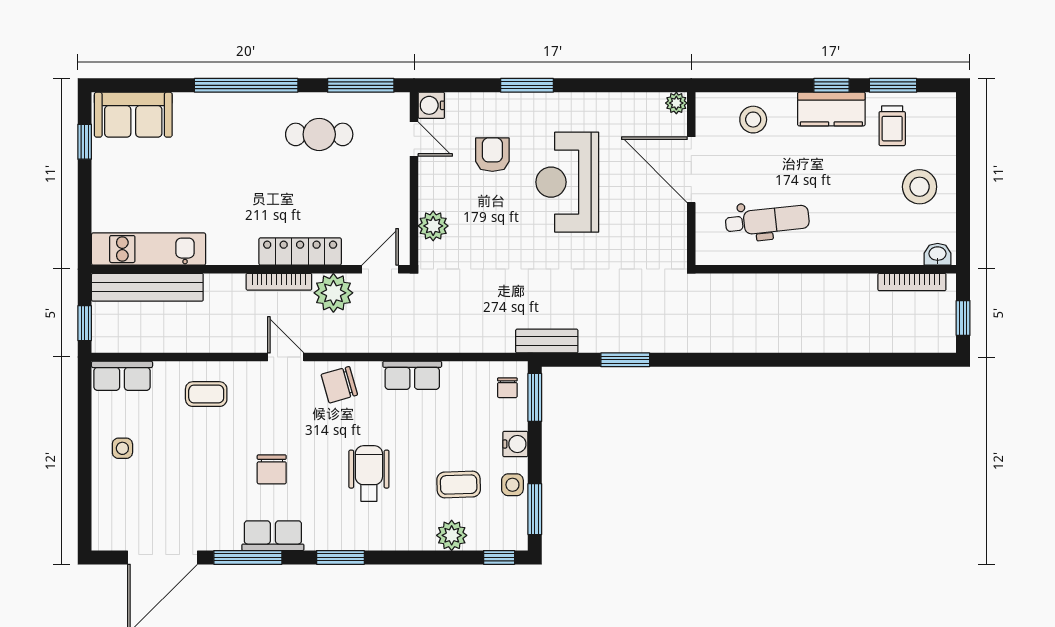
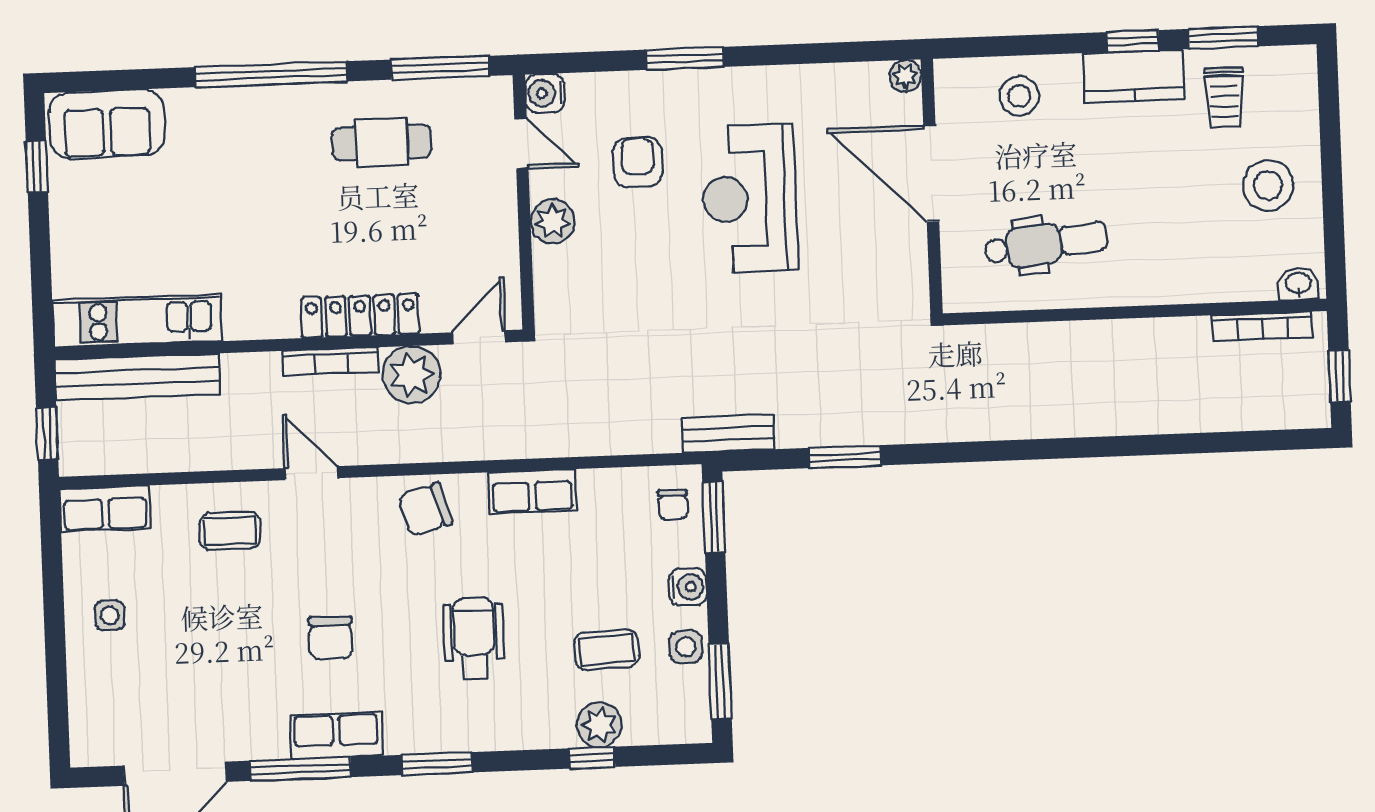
plant: (433, 226) -> (553, 221), moved
door: (286, 357) -> (311, 473), moved
window: (499, 557) -> (592, 758), moved

